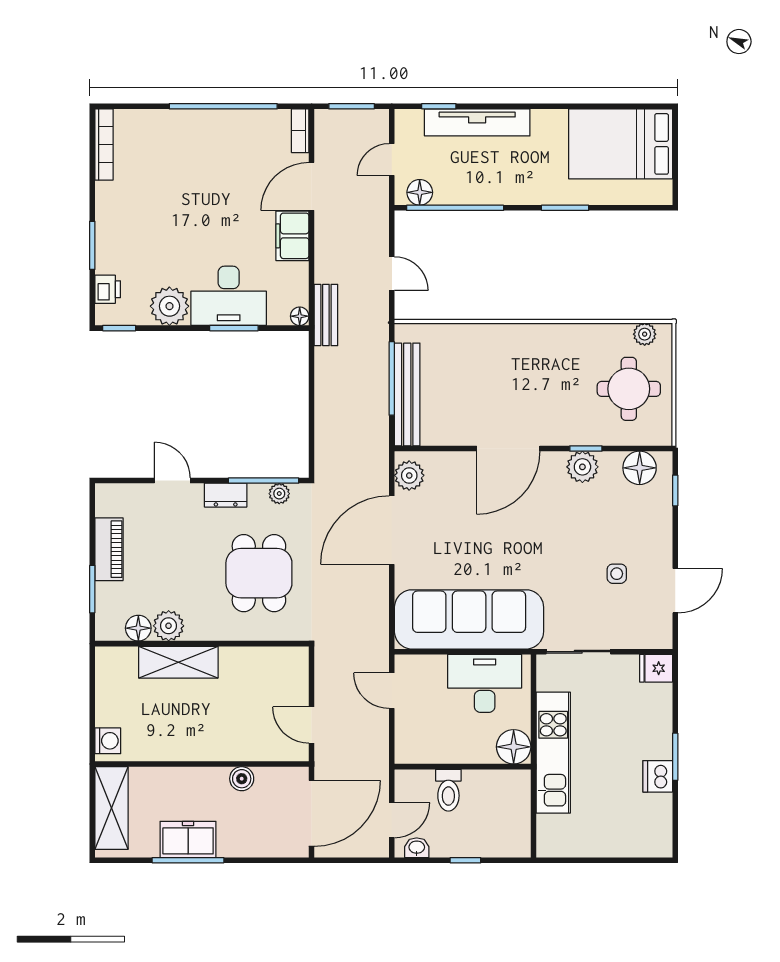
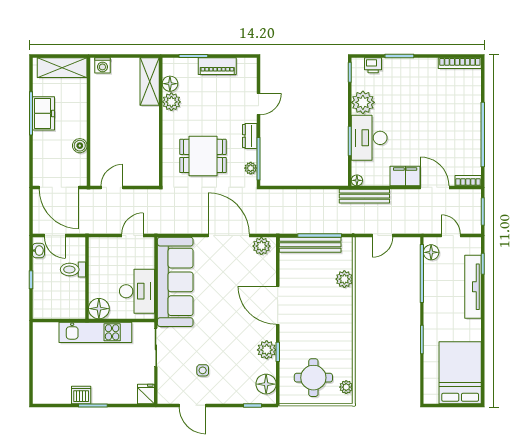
bench: (326, 315) -> (364, 196), width x1.36
plant: (464, 337) -> (344, 279), added
shelving: (178, 662) -> (150, 81), moved

